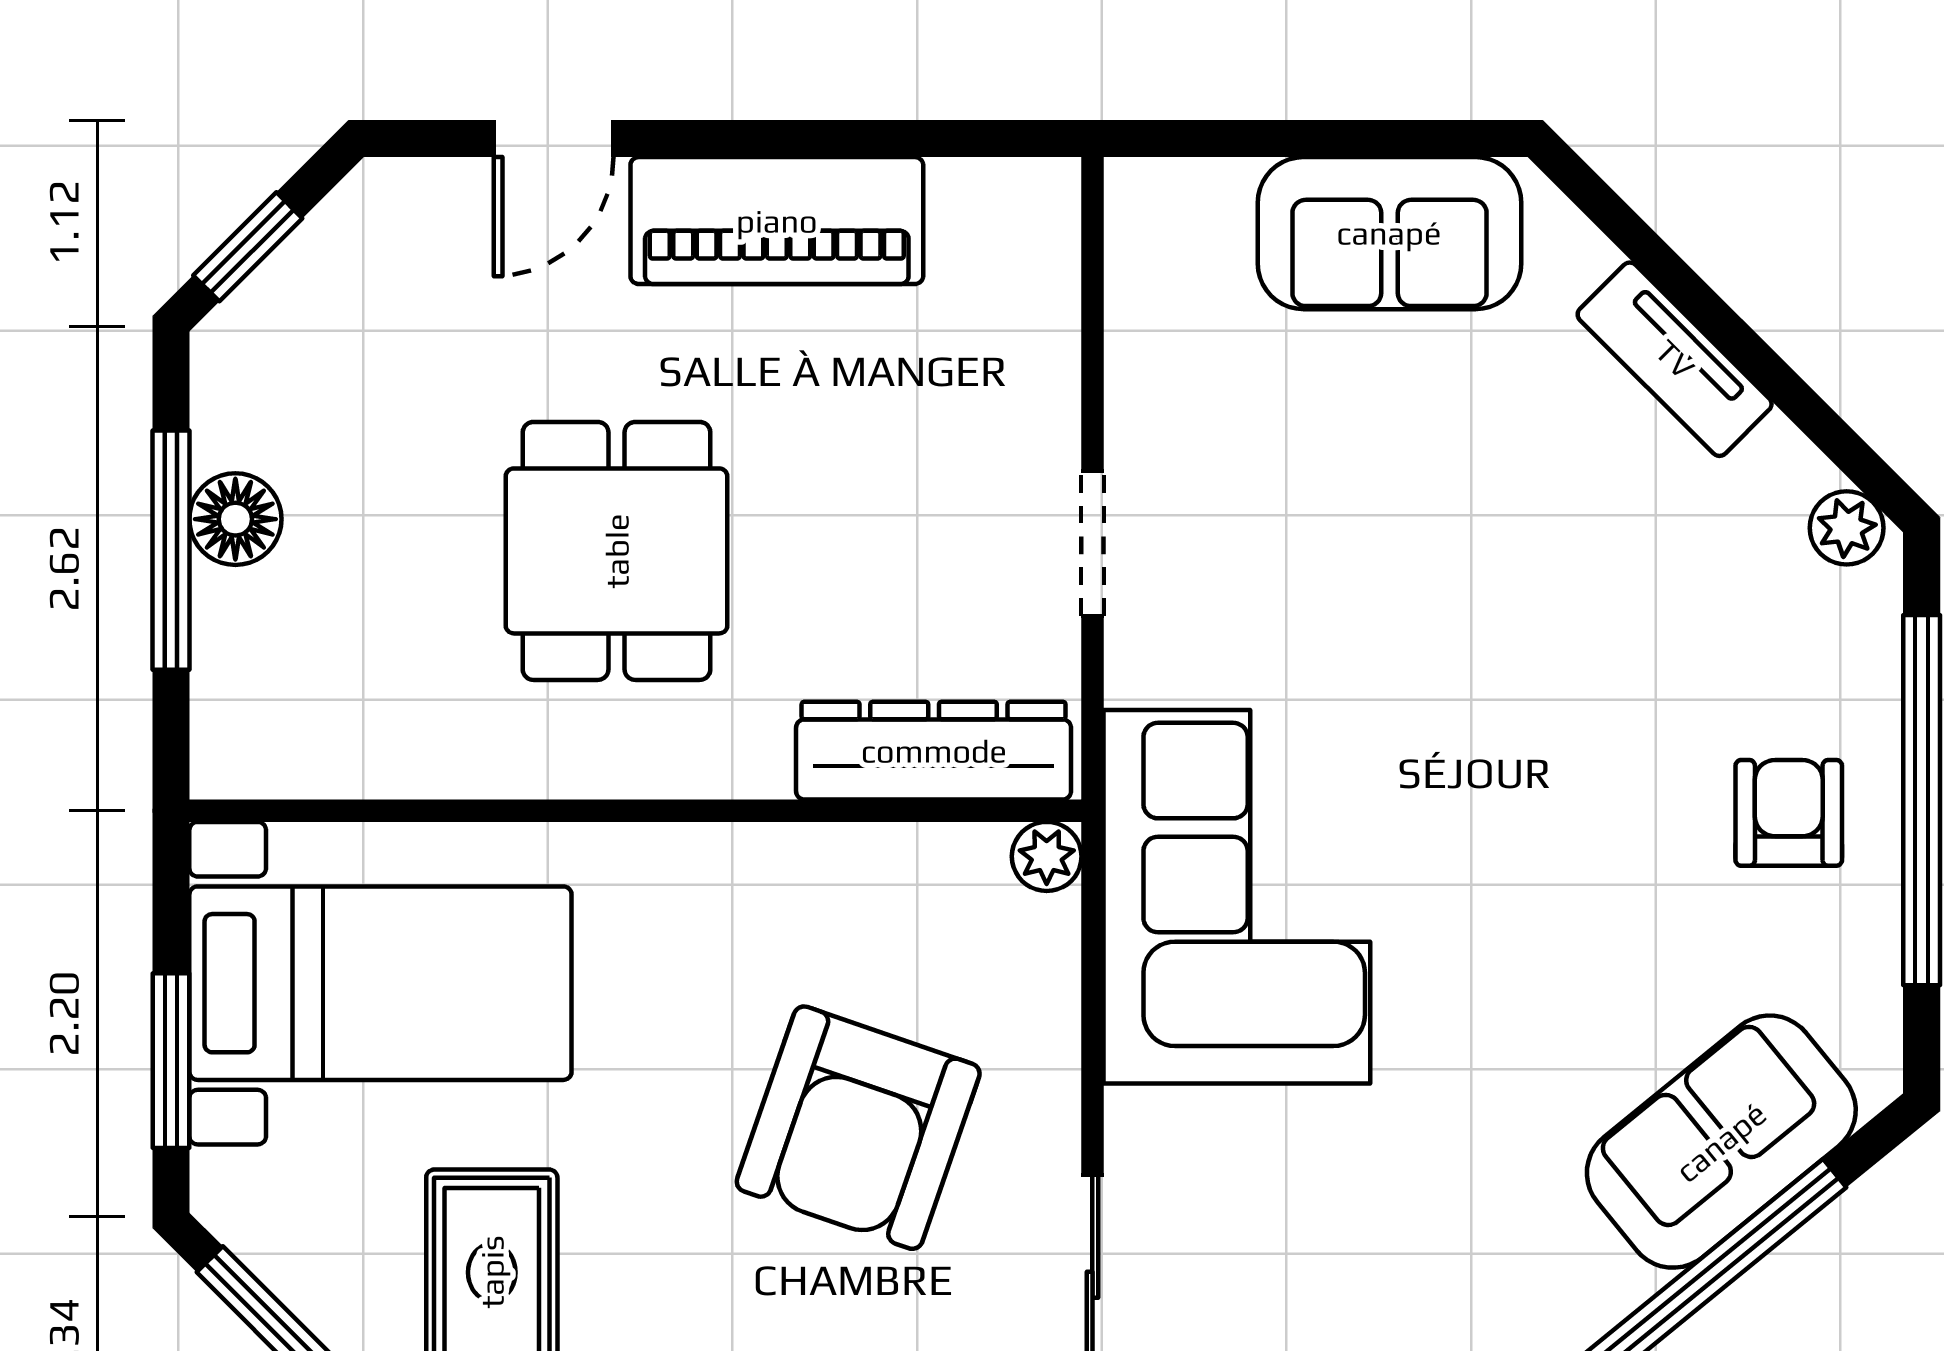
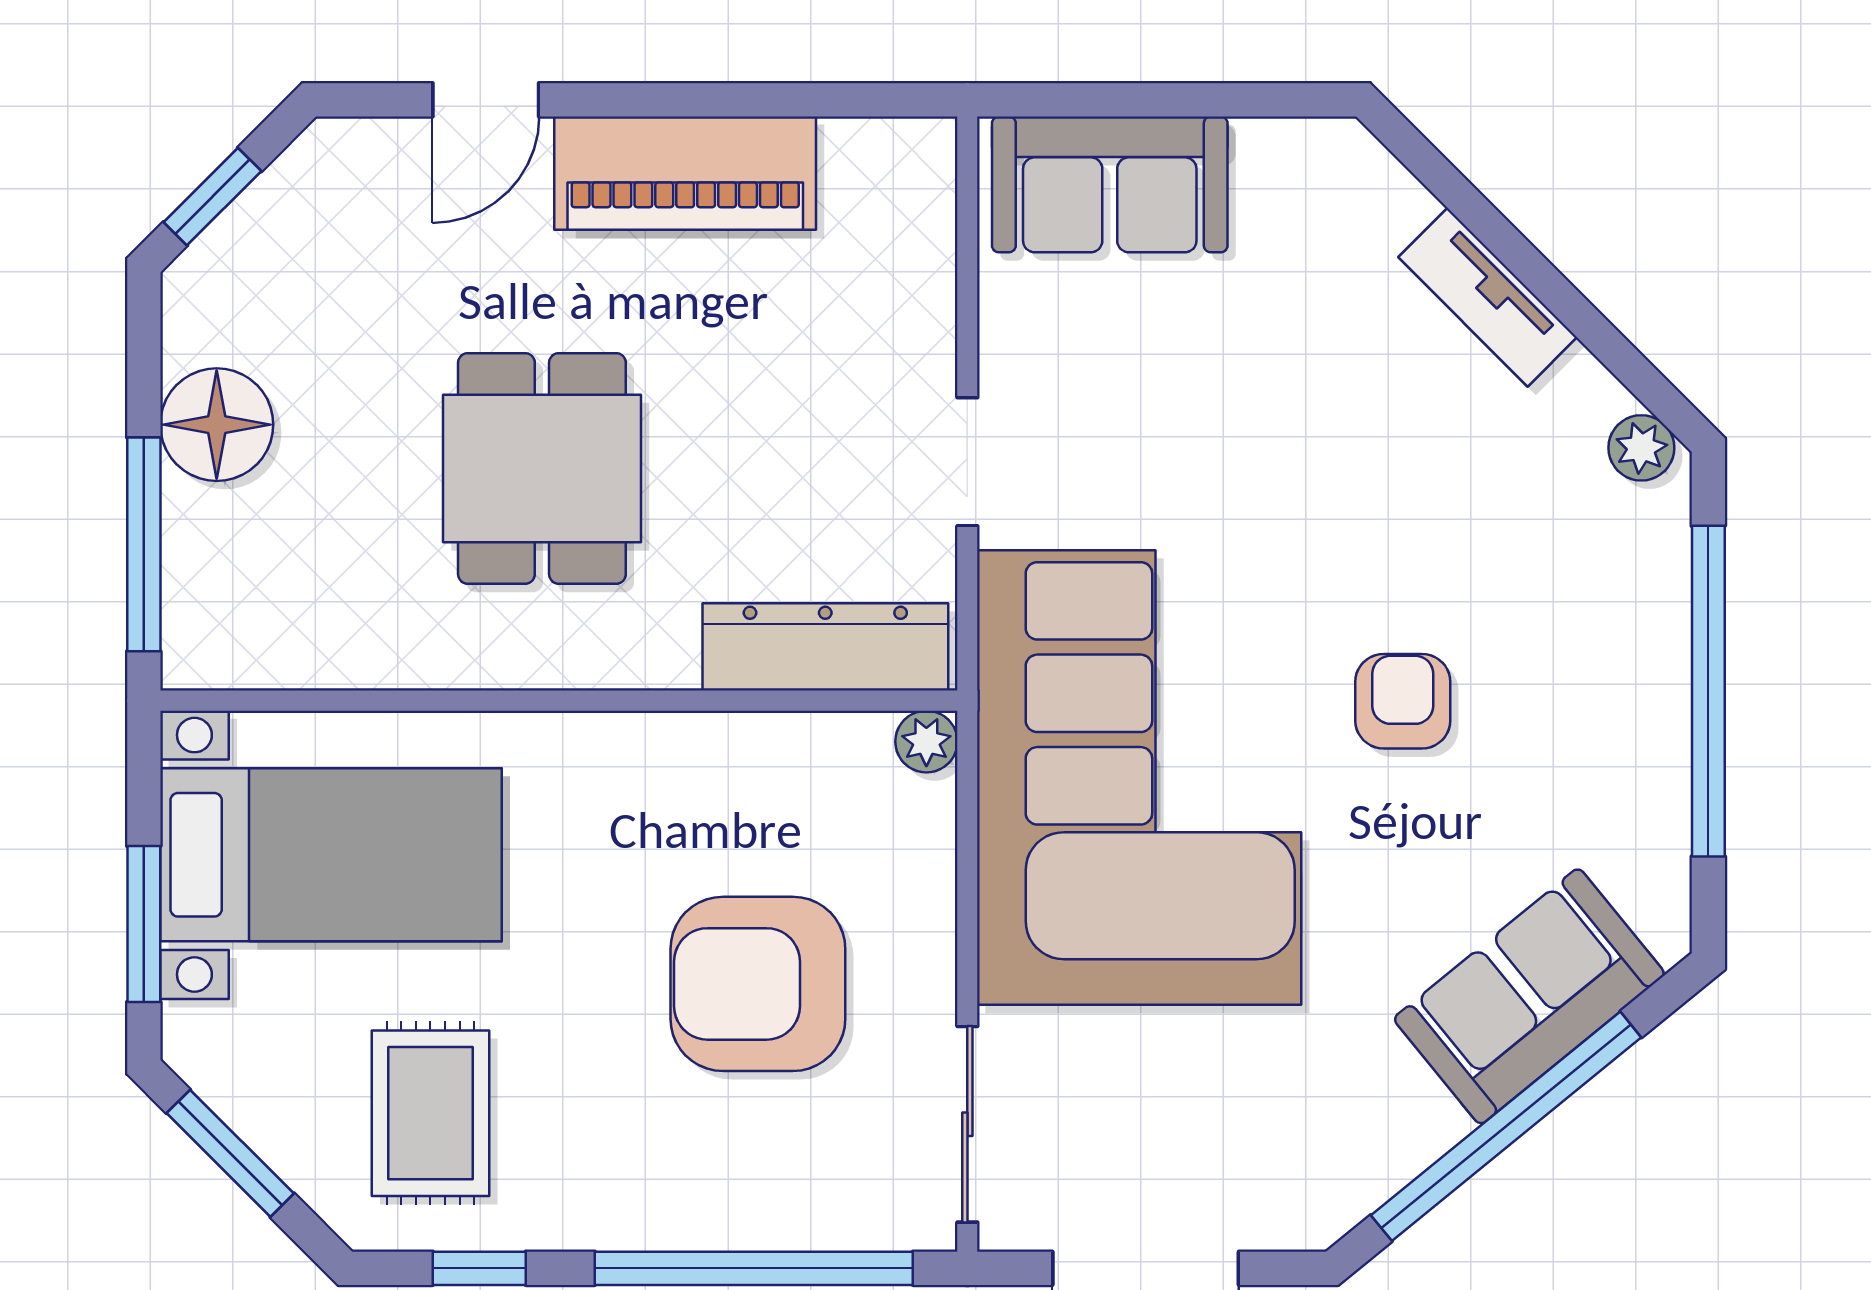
sofa: (1389, 233) -> (1110, 184), moved
floor lamp: (235, 519) -> (217, 425), width x1.38, depth x1.38
window: (171, 550) -> (144, 544), moved
armchair: (1789, 813) -> (1403, 701), moved
corner sofa: (1237, 897) -> (1139, 777), width x1.36, depth x1.36
armchair: (858, 1128) -> (758, 984), turned 71

